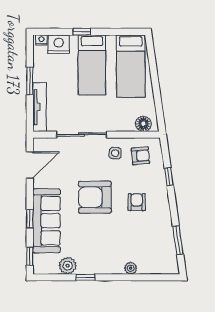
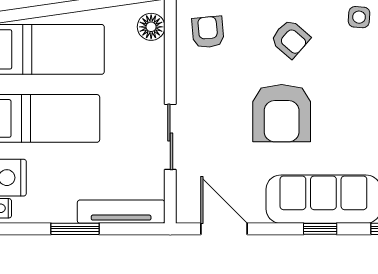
sliding door: (82, 135) -> (170, 137), width x0.73
side table: (115, 153) -> (359, 17), moved
armchair: (137, 202) -> (290, 39), turned -139

